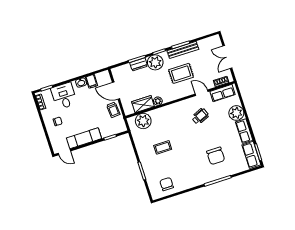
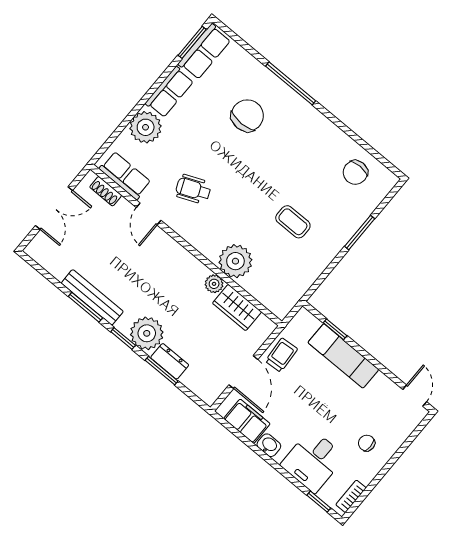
rug: (181, 73) -> (137, 274), removed
filing cabinet: (92, 81) -> (247, 421), width x2.00
plant: (143, 121) -> (235, 261), moved
exam couch: (84, 138) -> (343, 356), moved

